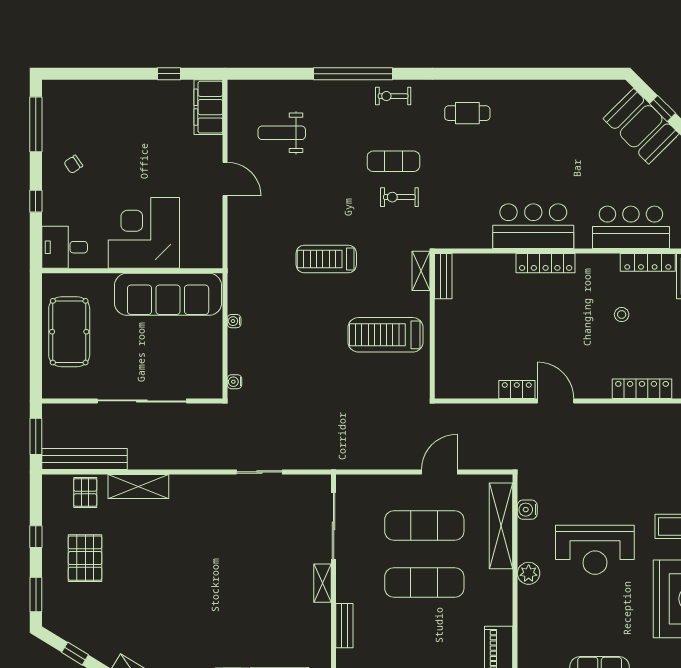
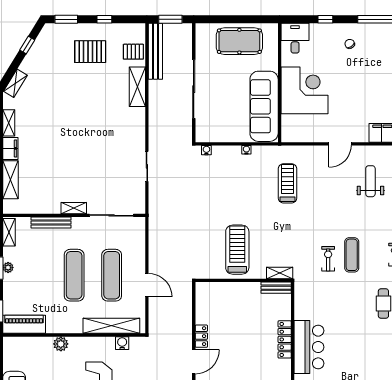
treadmill: (326, 259) -> (288, 183), moved
locker: (546, 263) -> (285, 339), moved
plant: (529, 573) -> (61, 344), moved
bench: (344, 626) -> (51, 223), width x1.36

